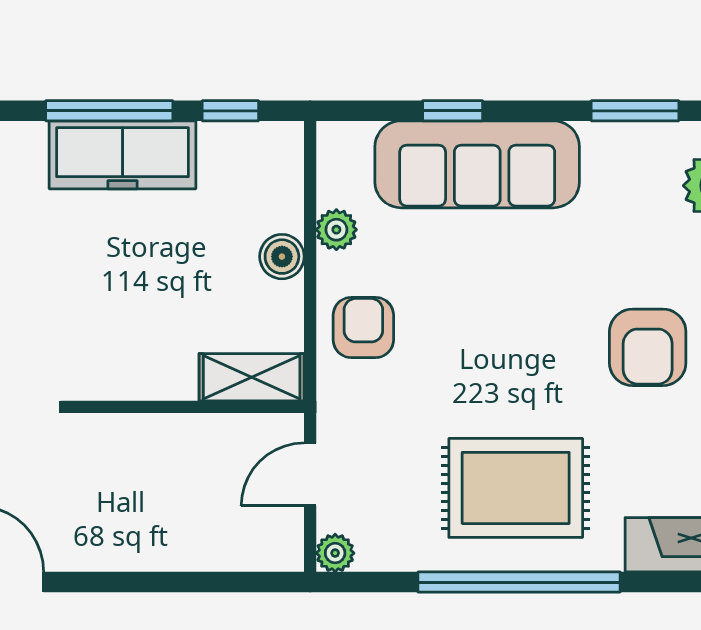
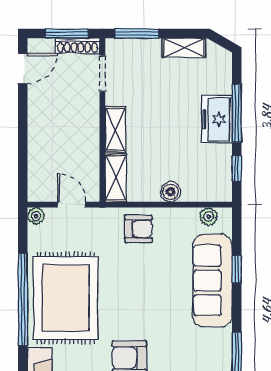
freezer: (123, 155) -> (217, 119), width x0.71
plant: (336, 230) -> (209, 217), moved
shelving: (145, 378) -> (115, 130), added
rug: (516, 488) -> (65, 298), width x1.37, depth x1.44

